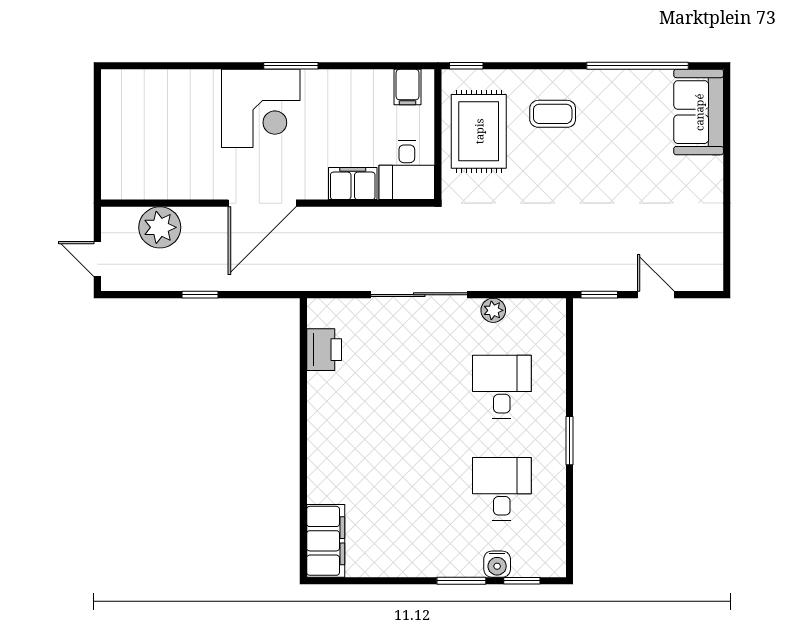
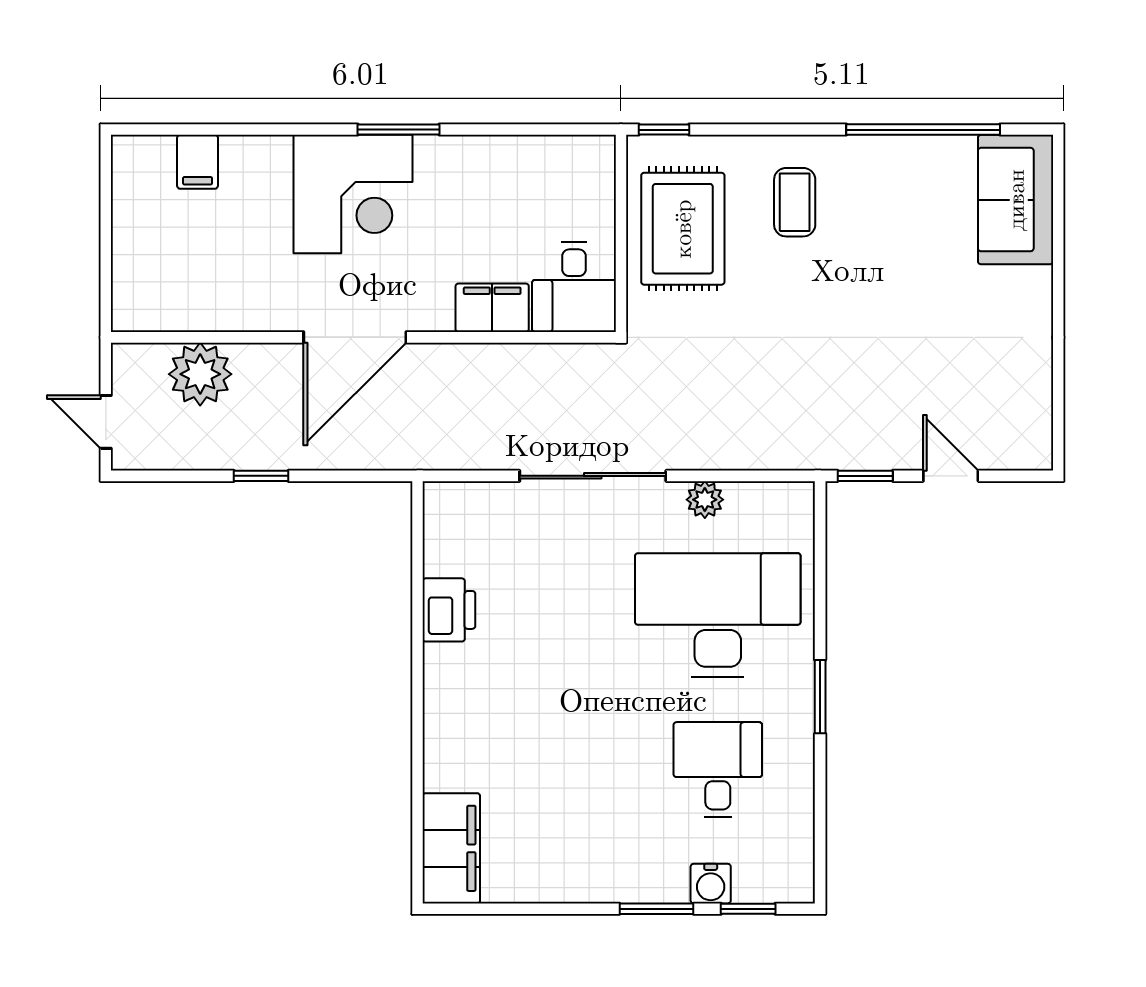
filing cabinet: (407, 87) -> (198, 162), moved
coffee table: (553, 114) -> (795, 202), turned 90
printer: (324, 350) -> (449, 610), moved
desk: (502, 387) -> (718, 615), width x1.87, depth x1.30

